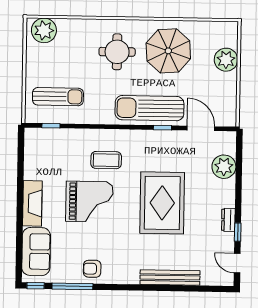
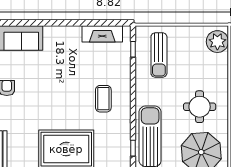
grand piano: (89, 201) -> (66, 84), removed
fireplace: (32, 203) -> (102, 34), moved

